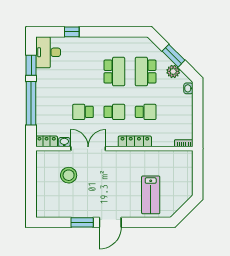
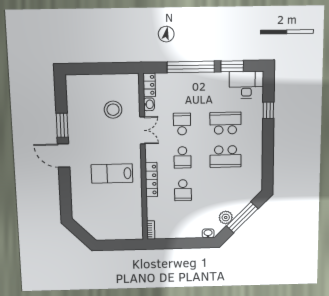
window: (173, 56) -> (242, 217), width x1.44
school desk: (146, 72) -> (225, 123), moved
double door: (88, 149) -> (142, 130), width x0.73
lab bench: (151, 195) -> (112, 173), moved

